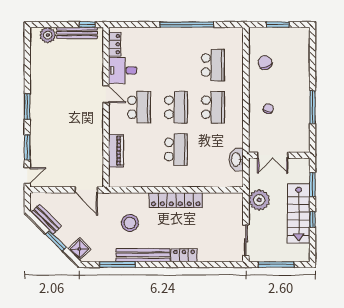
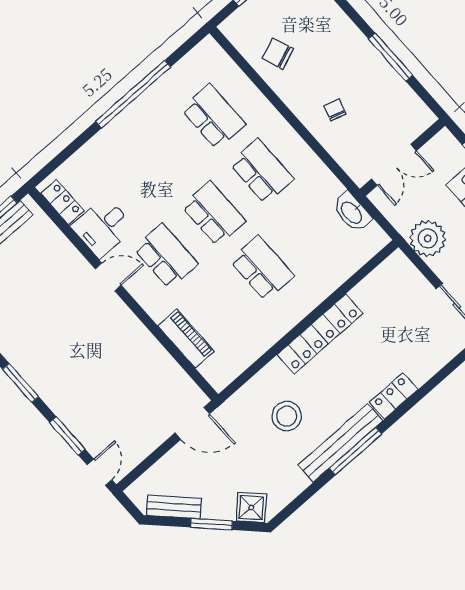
window: (118, 264) -> (356, 451), moved

